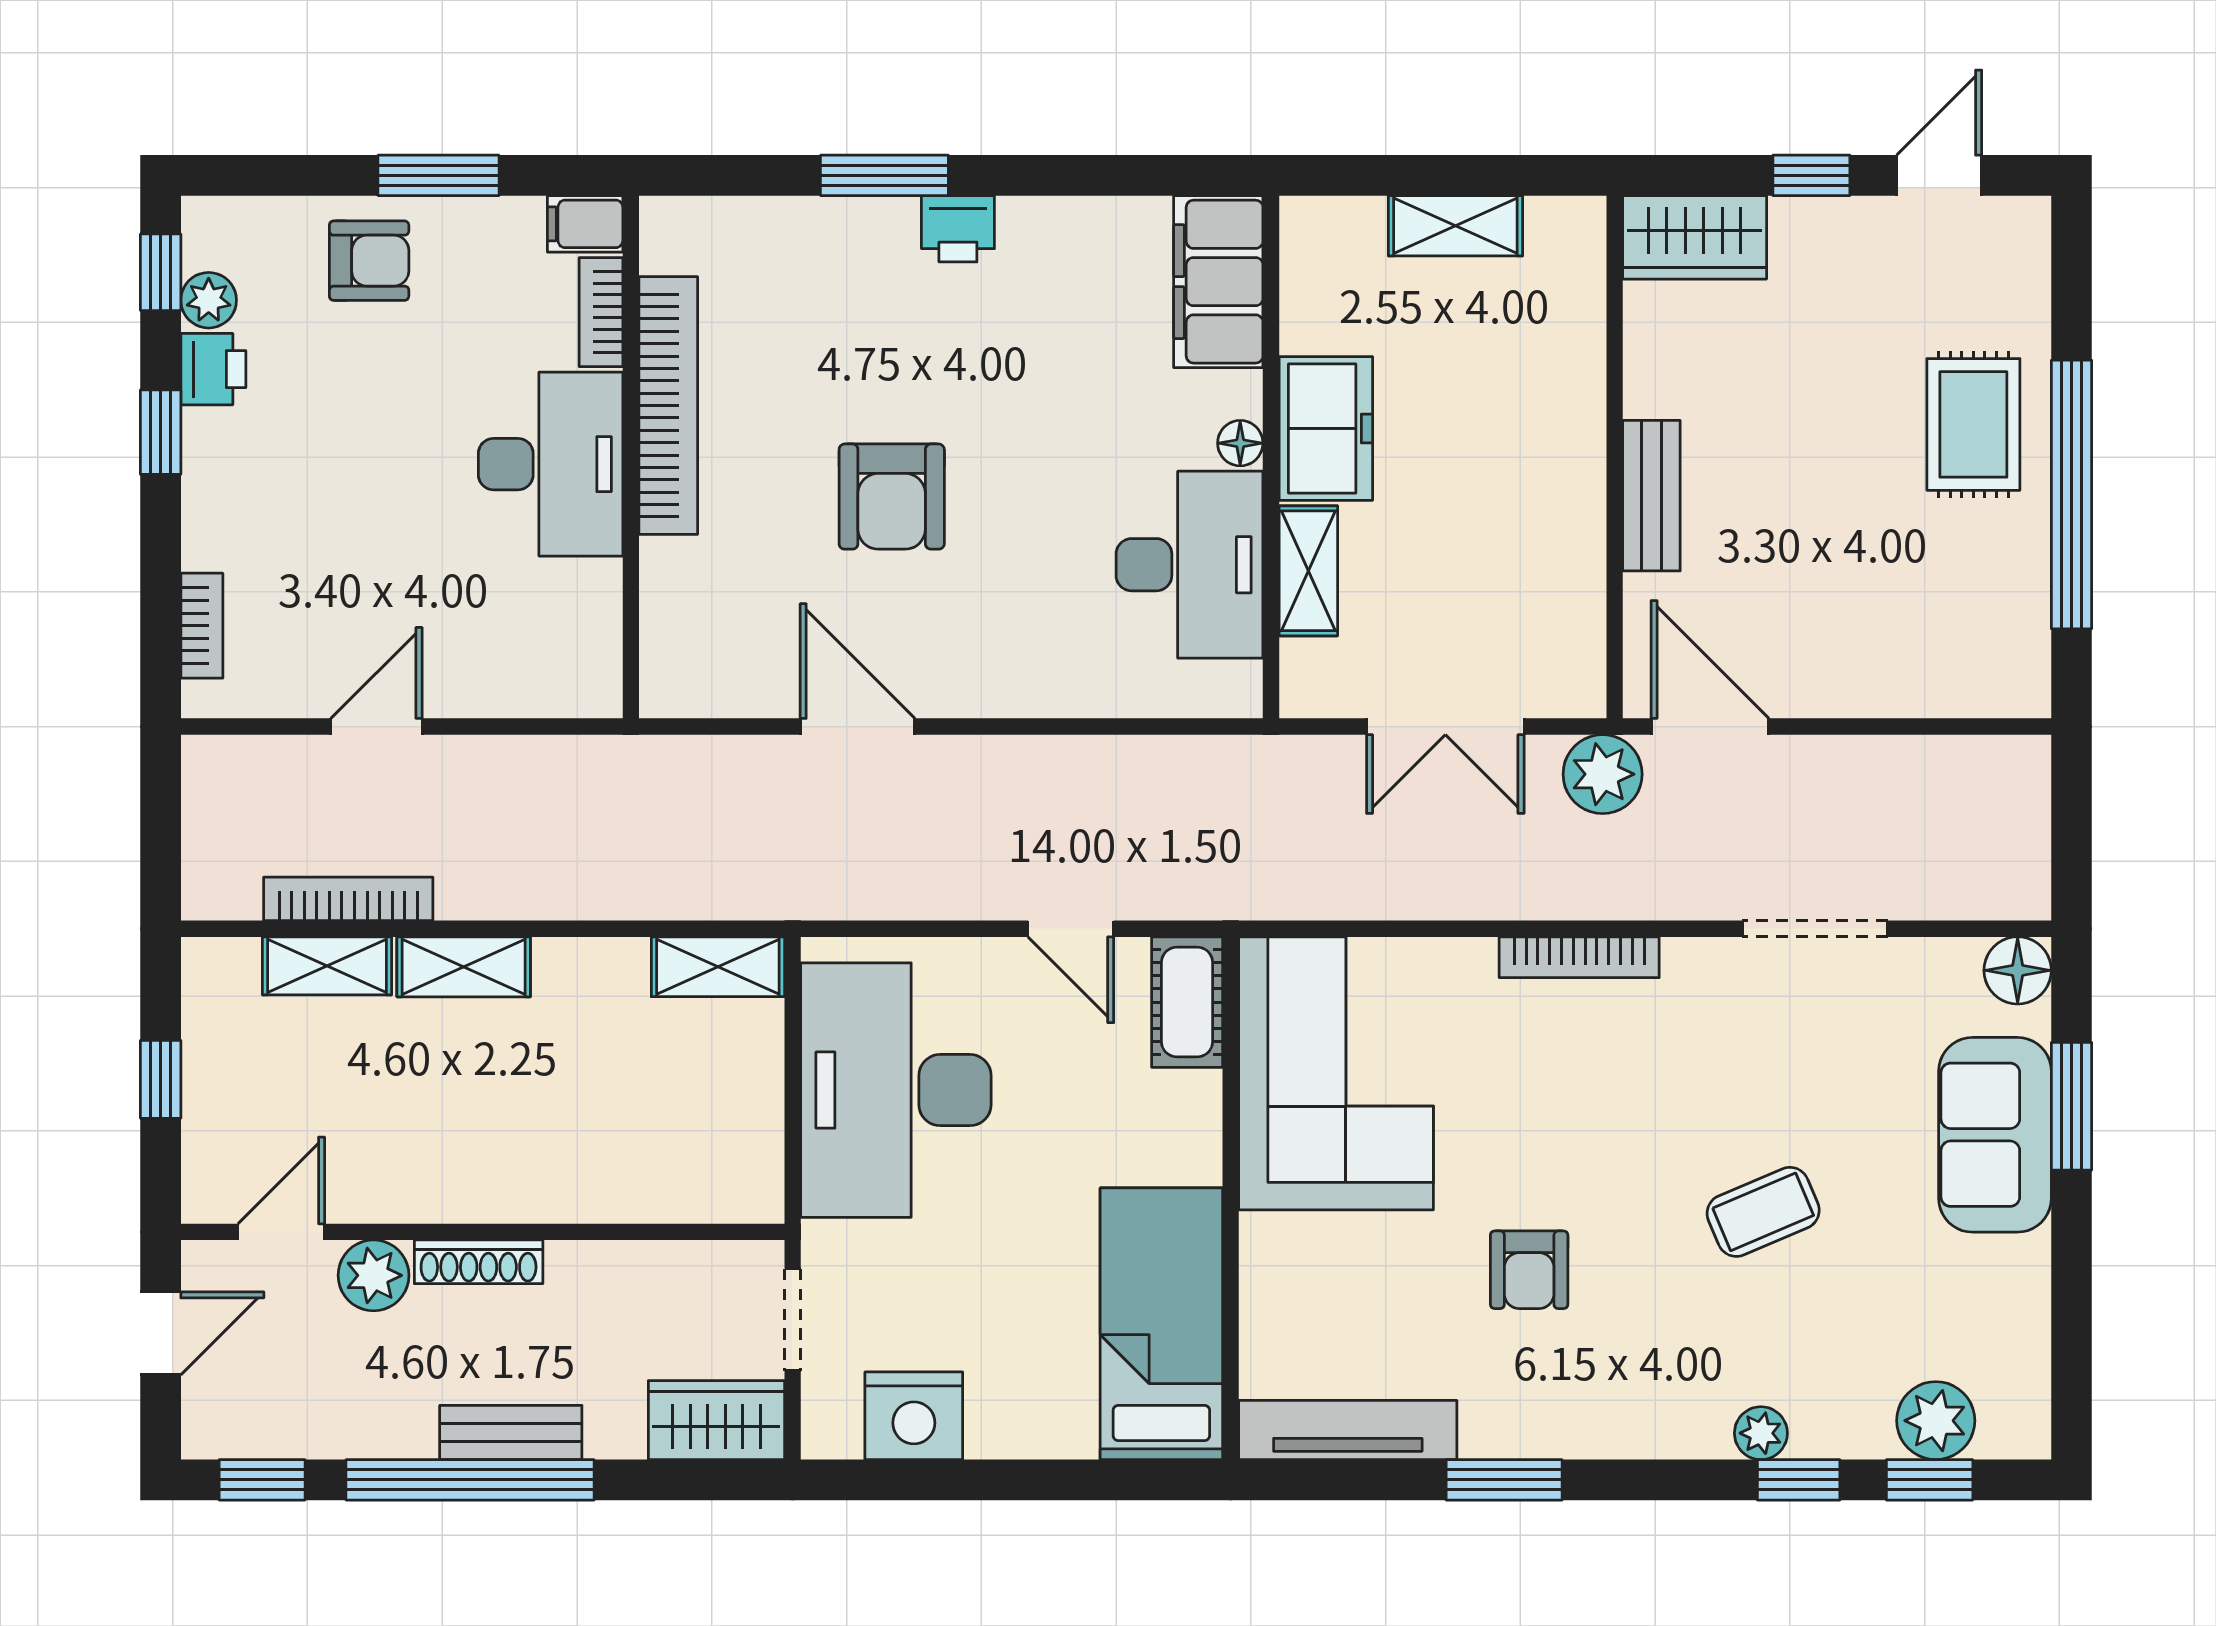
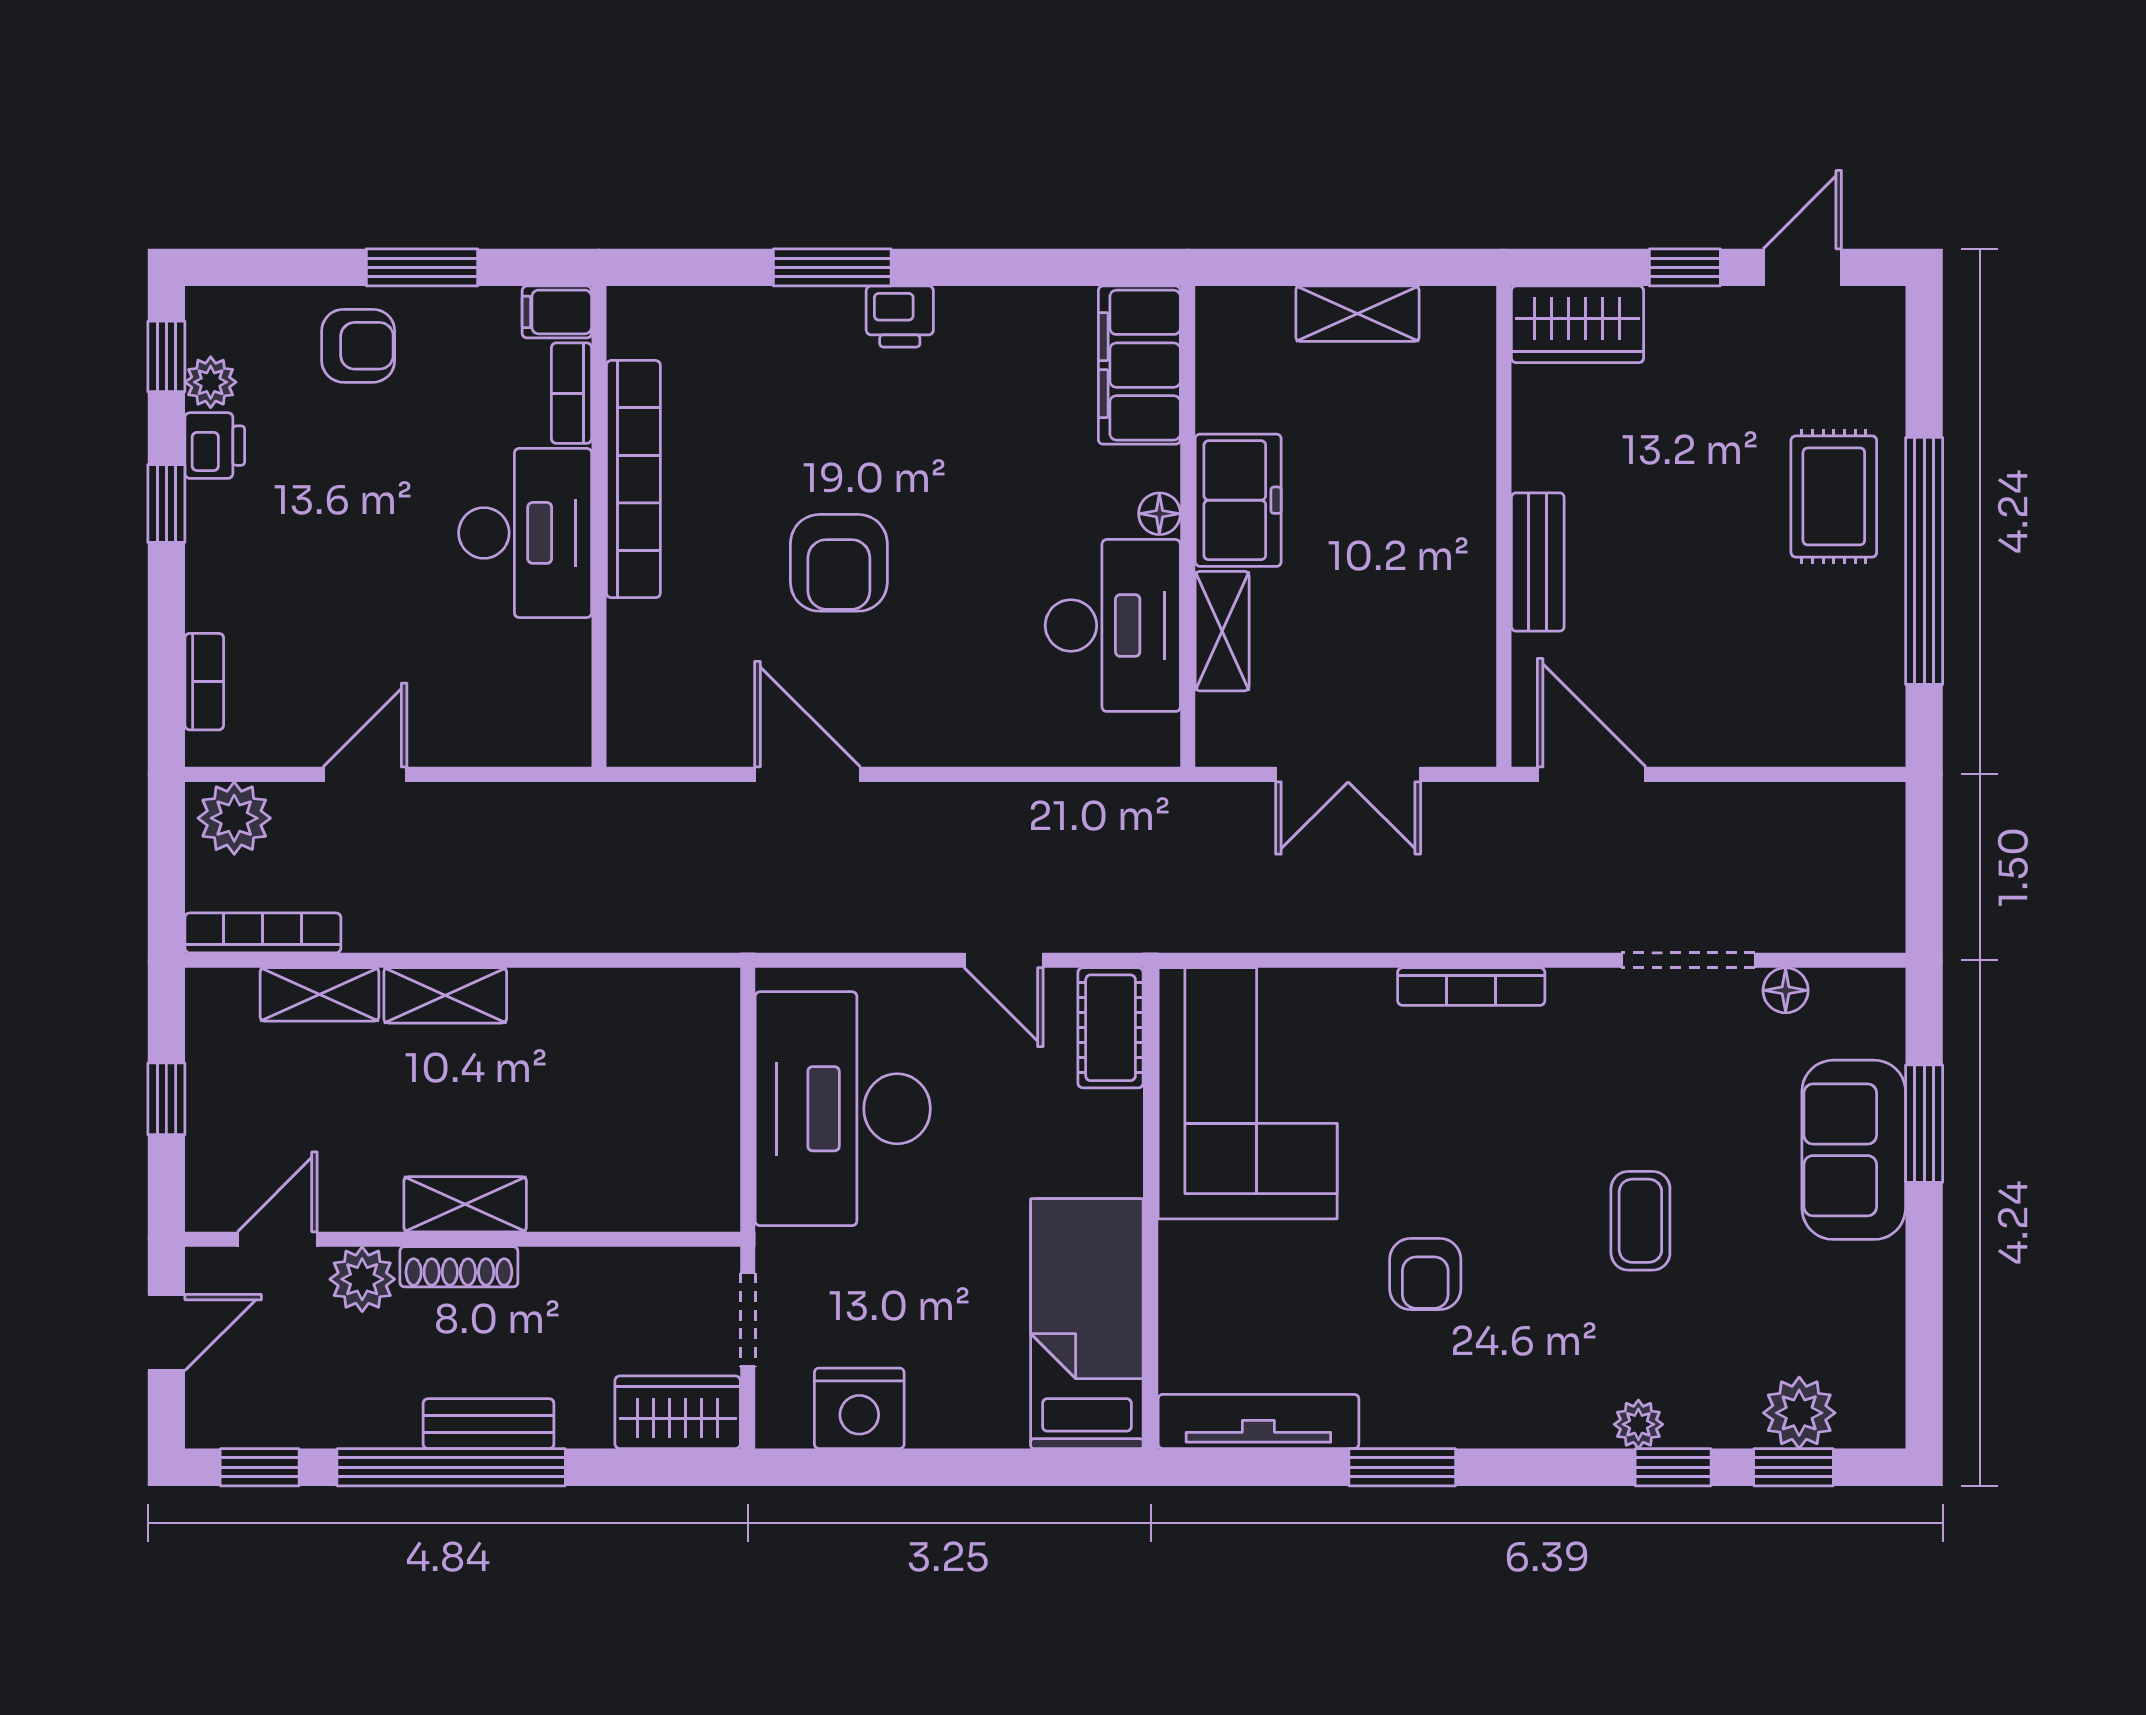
plant: (1603, 774) -> (234, 818), moved
bookcase: (348, 899) -> (263, 933), moved
shelving: (718, 967) -> (465, 1204), moved
floor lamp: (2018, 970) -> (1786, 990), moved, width x0.73, depth x0.73
coffee table: (1763, 1212) -> (1640, 1221), turned -67

